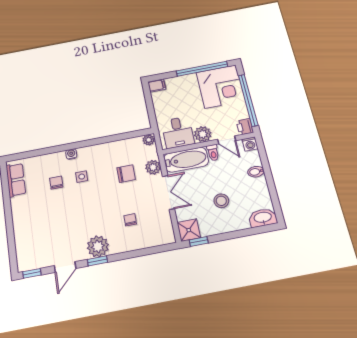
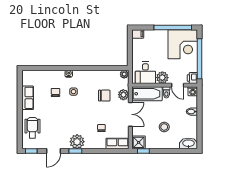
row of seats: (16, 180) -> (28, 98), moved
wheelchair: (30, 238) -> (32, 128), added
row of seats: (158, 238) -> (117, 144), added

